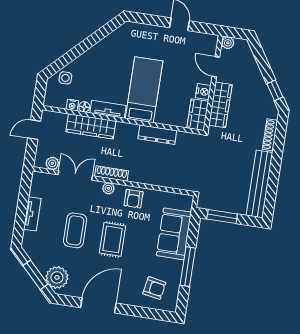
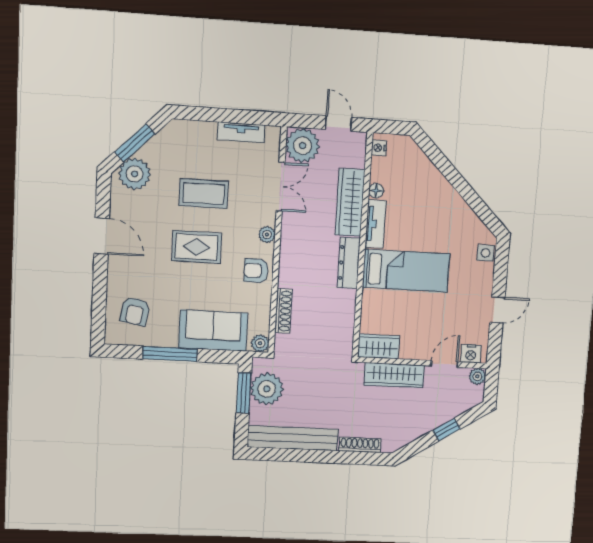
side table: (65, 78) -> (485, 253), moved
window: (275, 90) -> (446, 430), moved
nightstand: (203, 92) -> (471, 354), moved
nightstand: (72, 105) -> (379, 148), moved
dresser: (157, 135) -> (349, 263), moved
plant: (52, 163) -> (303, 146), width x1.87, depth x1.87
shoe rack: (112, 173) -> (284, 311), moved
plant: (221, 199) -> (267, 389), added
plant: (187, 201) -> (260, 343), added
tv unit: (32, 214) -> (241, 132), moved
door: (98, 305) -> (102, 236), width x0.73

